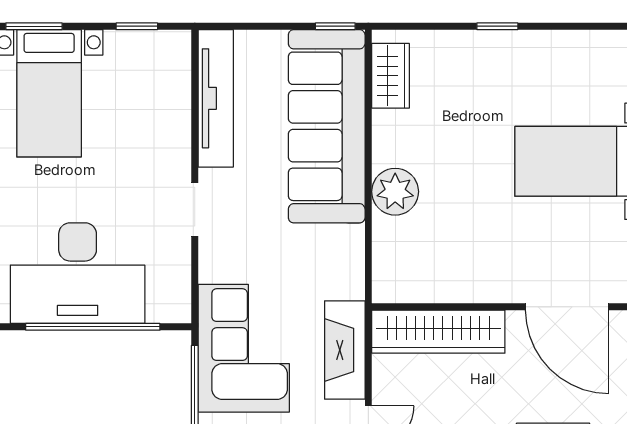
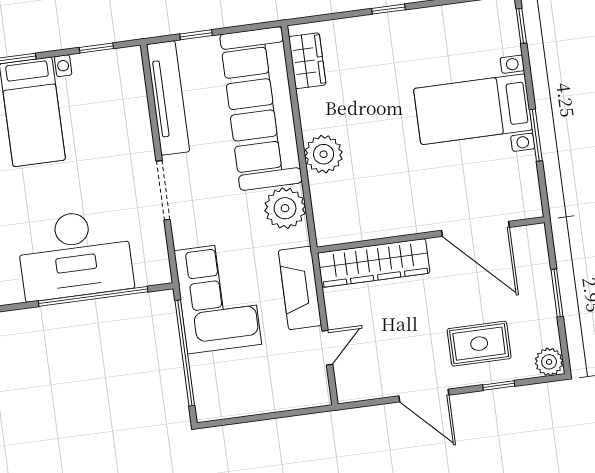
window: (335, 26) -> (196, 35), moved
doorway: (195, 209) -> (163, 190), width x1.38
plant: (340, 251) -> (285, 208), added

